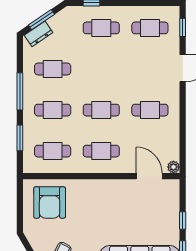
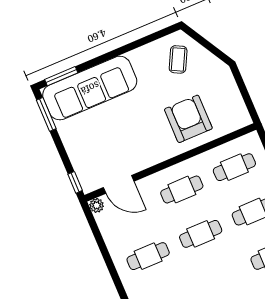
armchair: (50, 202) -> (188, 119), moved
window: (183, 220) -> (75, 182), moved

